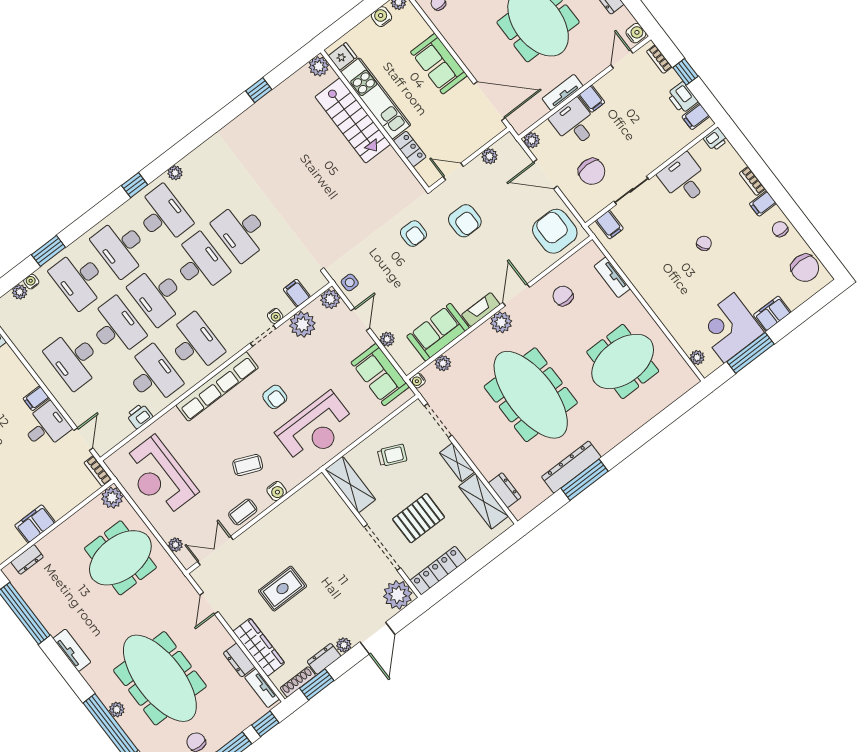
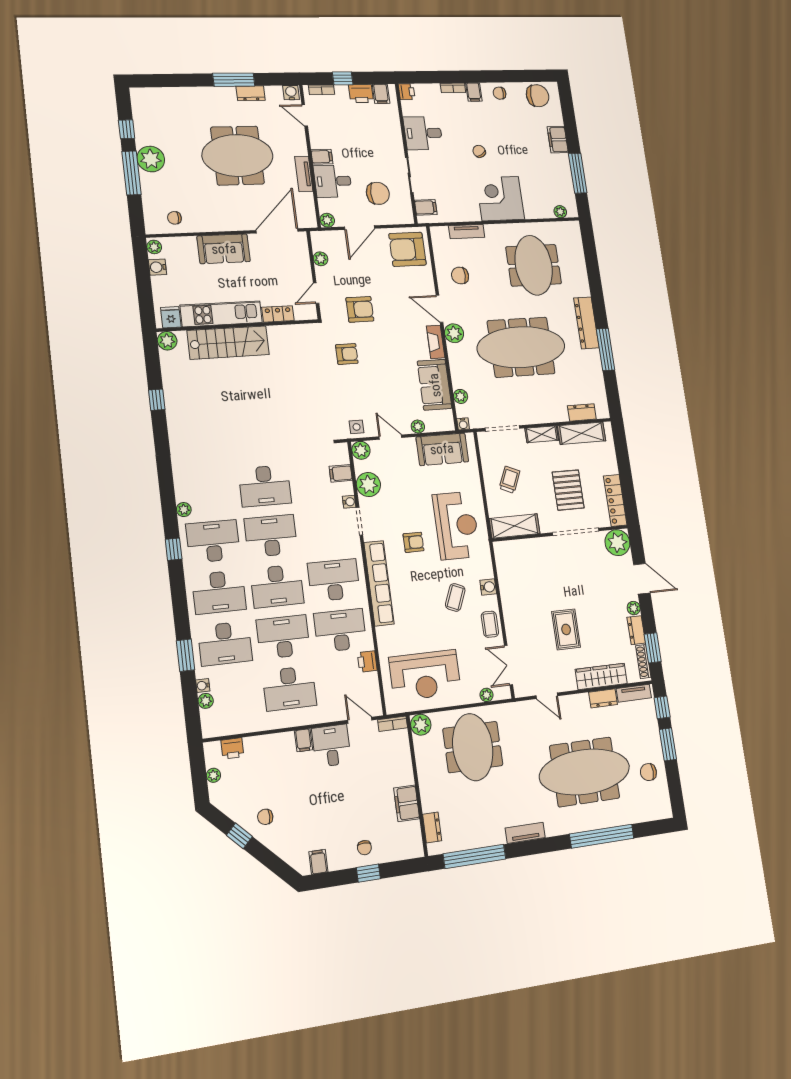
corner desk: (729, 328) -> (500, 199), moved, turned 90
dresser: (571, 467) -> (586, 323), moved
plant: (117, 710) -> (591, 823), removed

